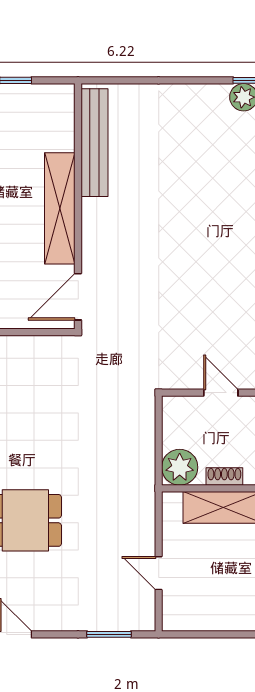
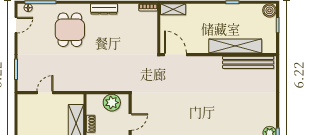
shelving: (60, 208) -> (235, 46), moved
plant: (180, 467) -> (112, 103), moved

